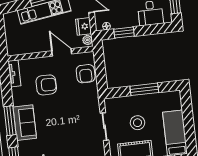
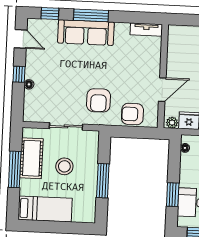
window: (124, 33) -> (173, 195), moved
armchair: (46, 85) -> (99, 100), moved
sofa: (25, 123) -> (86, 33), width x1.36

